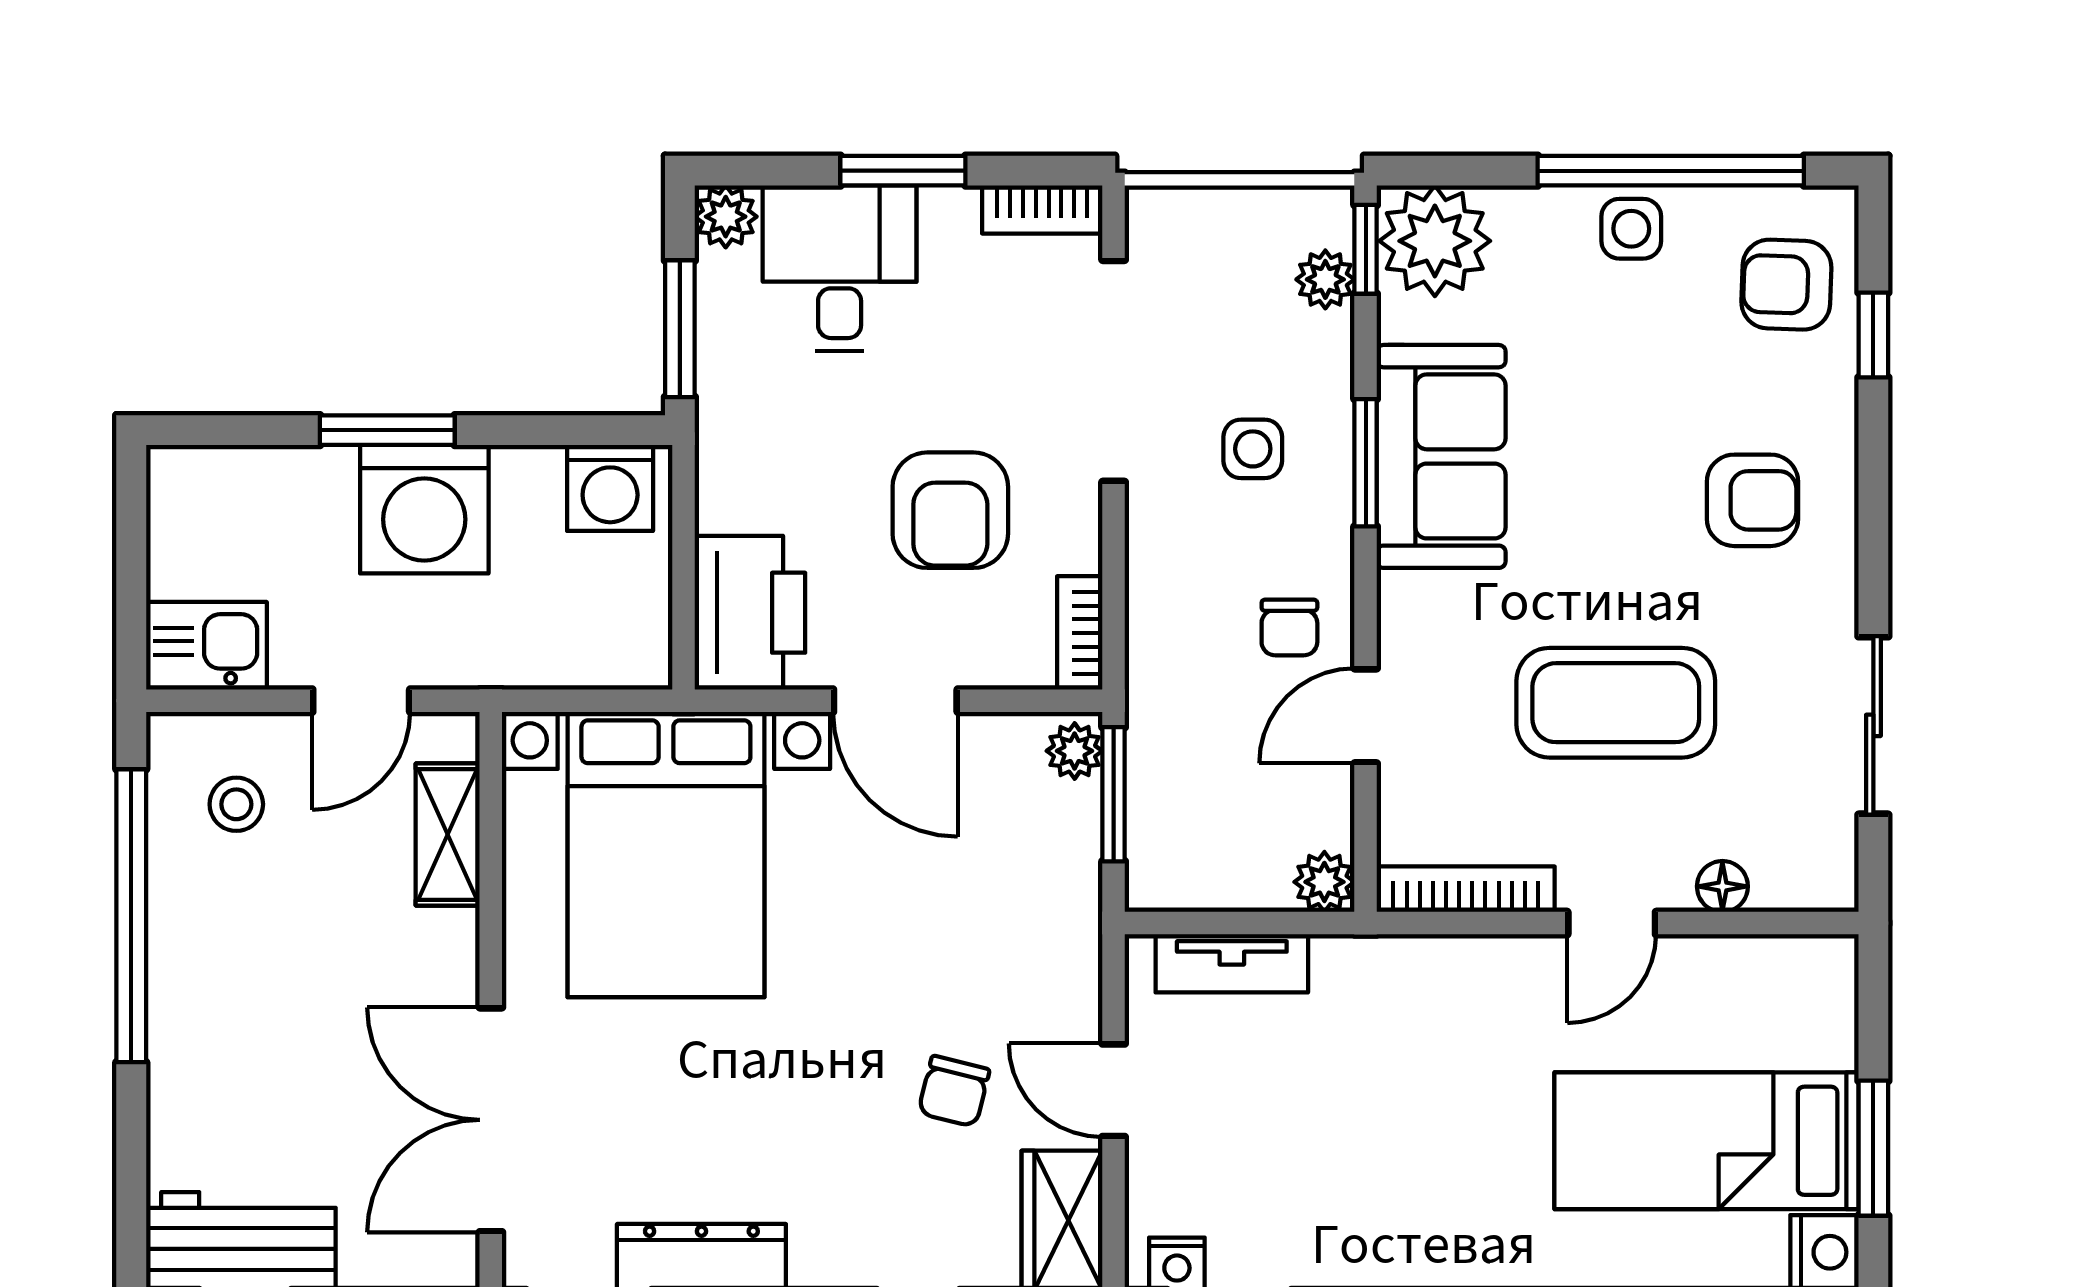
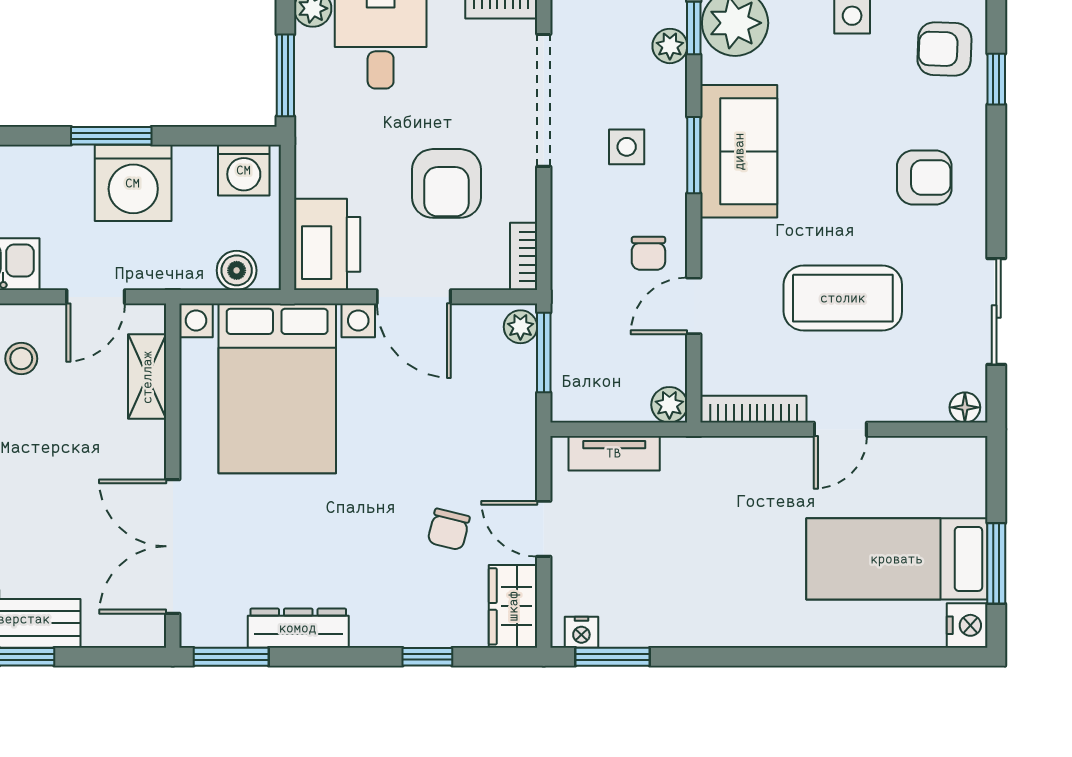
boiler: (598, 656) -> (237, 270), added
floor lamp: (1722, 886) -> (965, 407), moved

